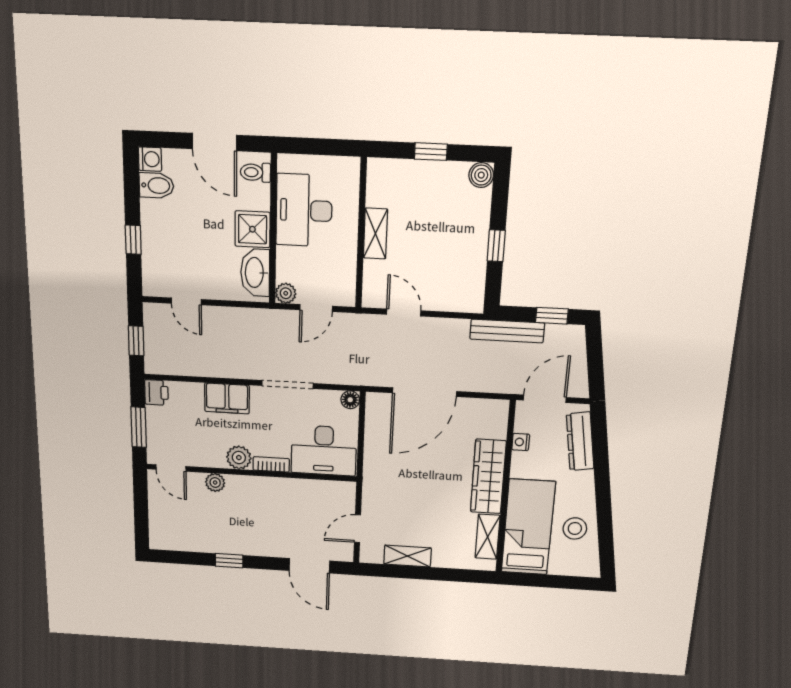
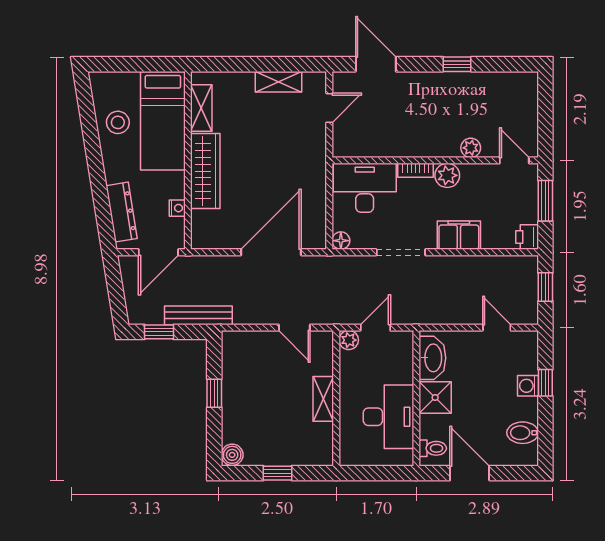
washing machine: (150, 159) -> (528, 386), moved
plant: (286, 293) -> (349, 340), moved

